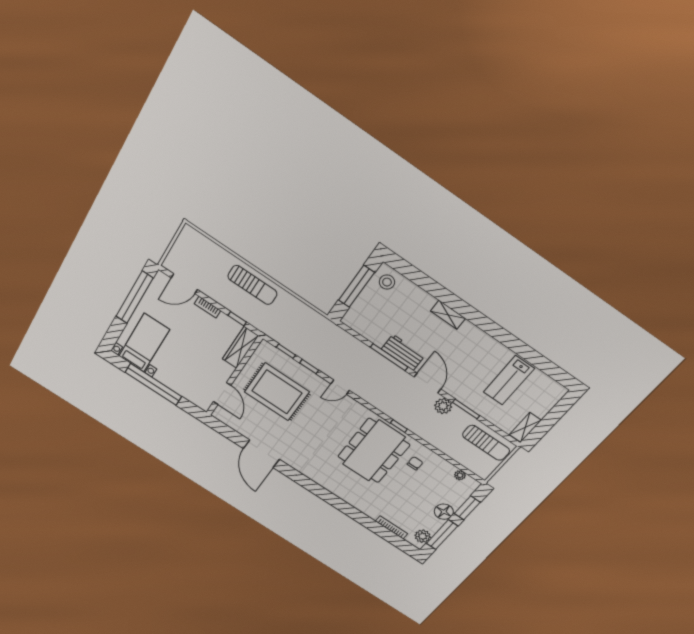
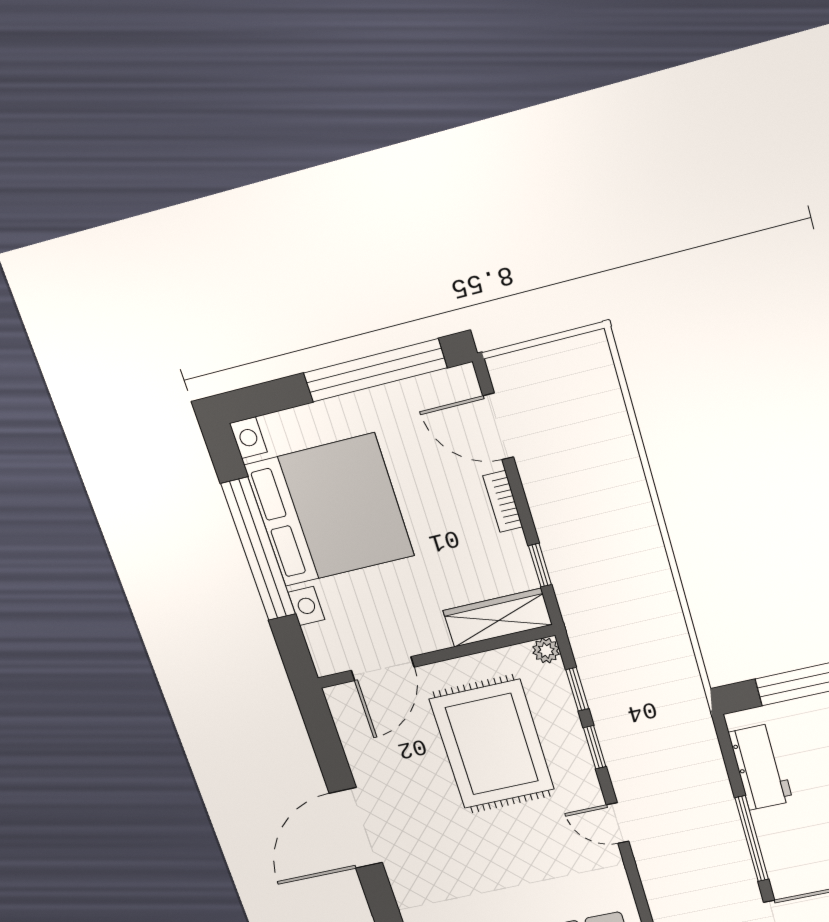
sun lounger: (252, 285) -> (625, 532), removed
bed with nightstands: (144, 343) -> (329, 510), width x1.85
plant: (265, 346) -> (546, 651), added
workbench: (403, 352) -> (761, 767), moved

